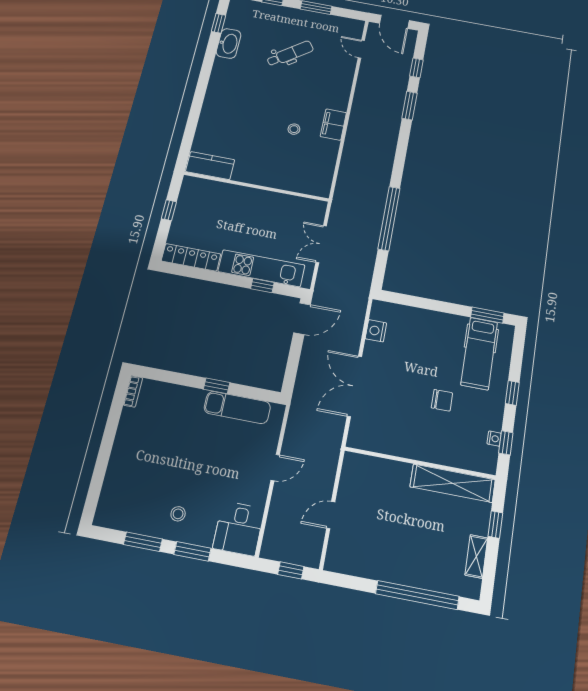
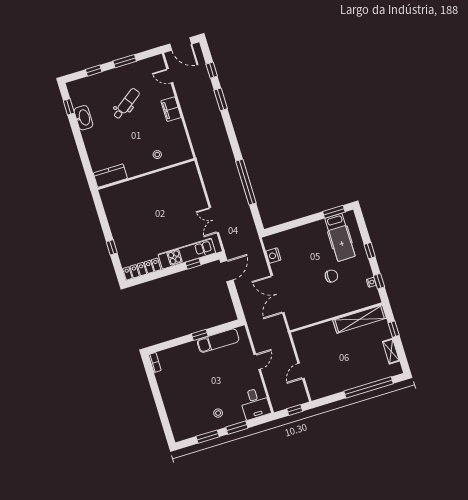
filing cabinet: (333, 125) -> (171, 109), moved
kitchen counter: (210, 166) -> (110, 176), moved
wall: (256, 187) -> (146, 174), moved

